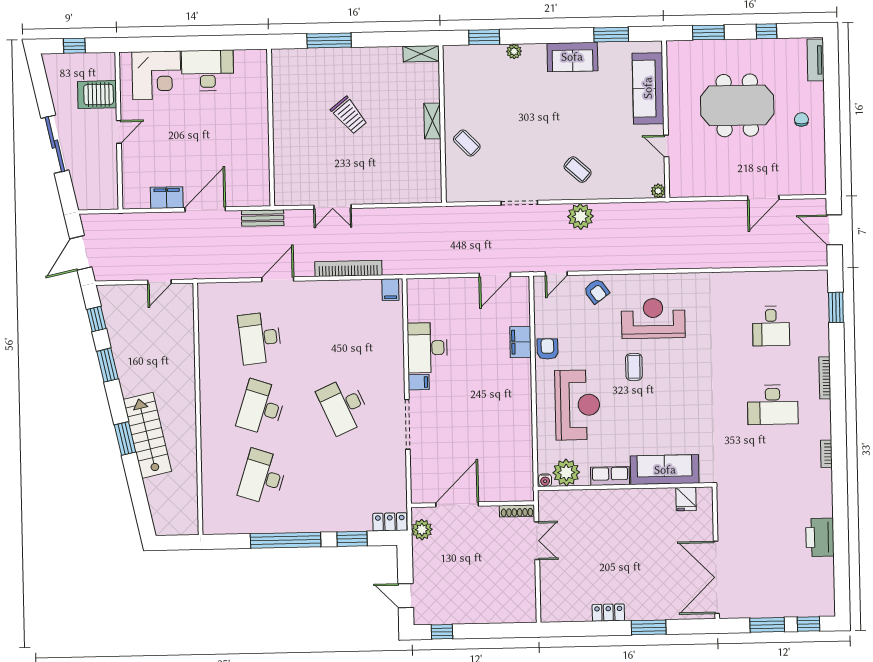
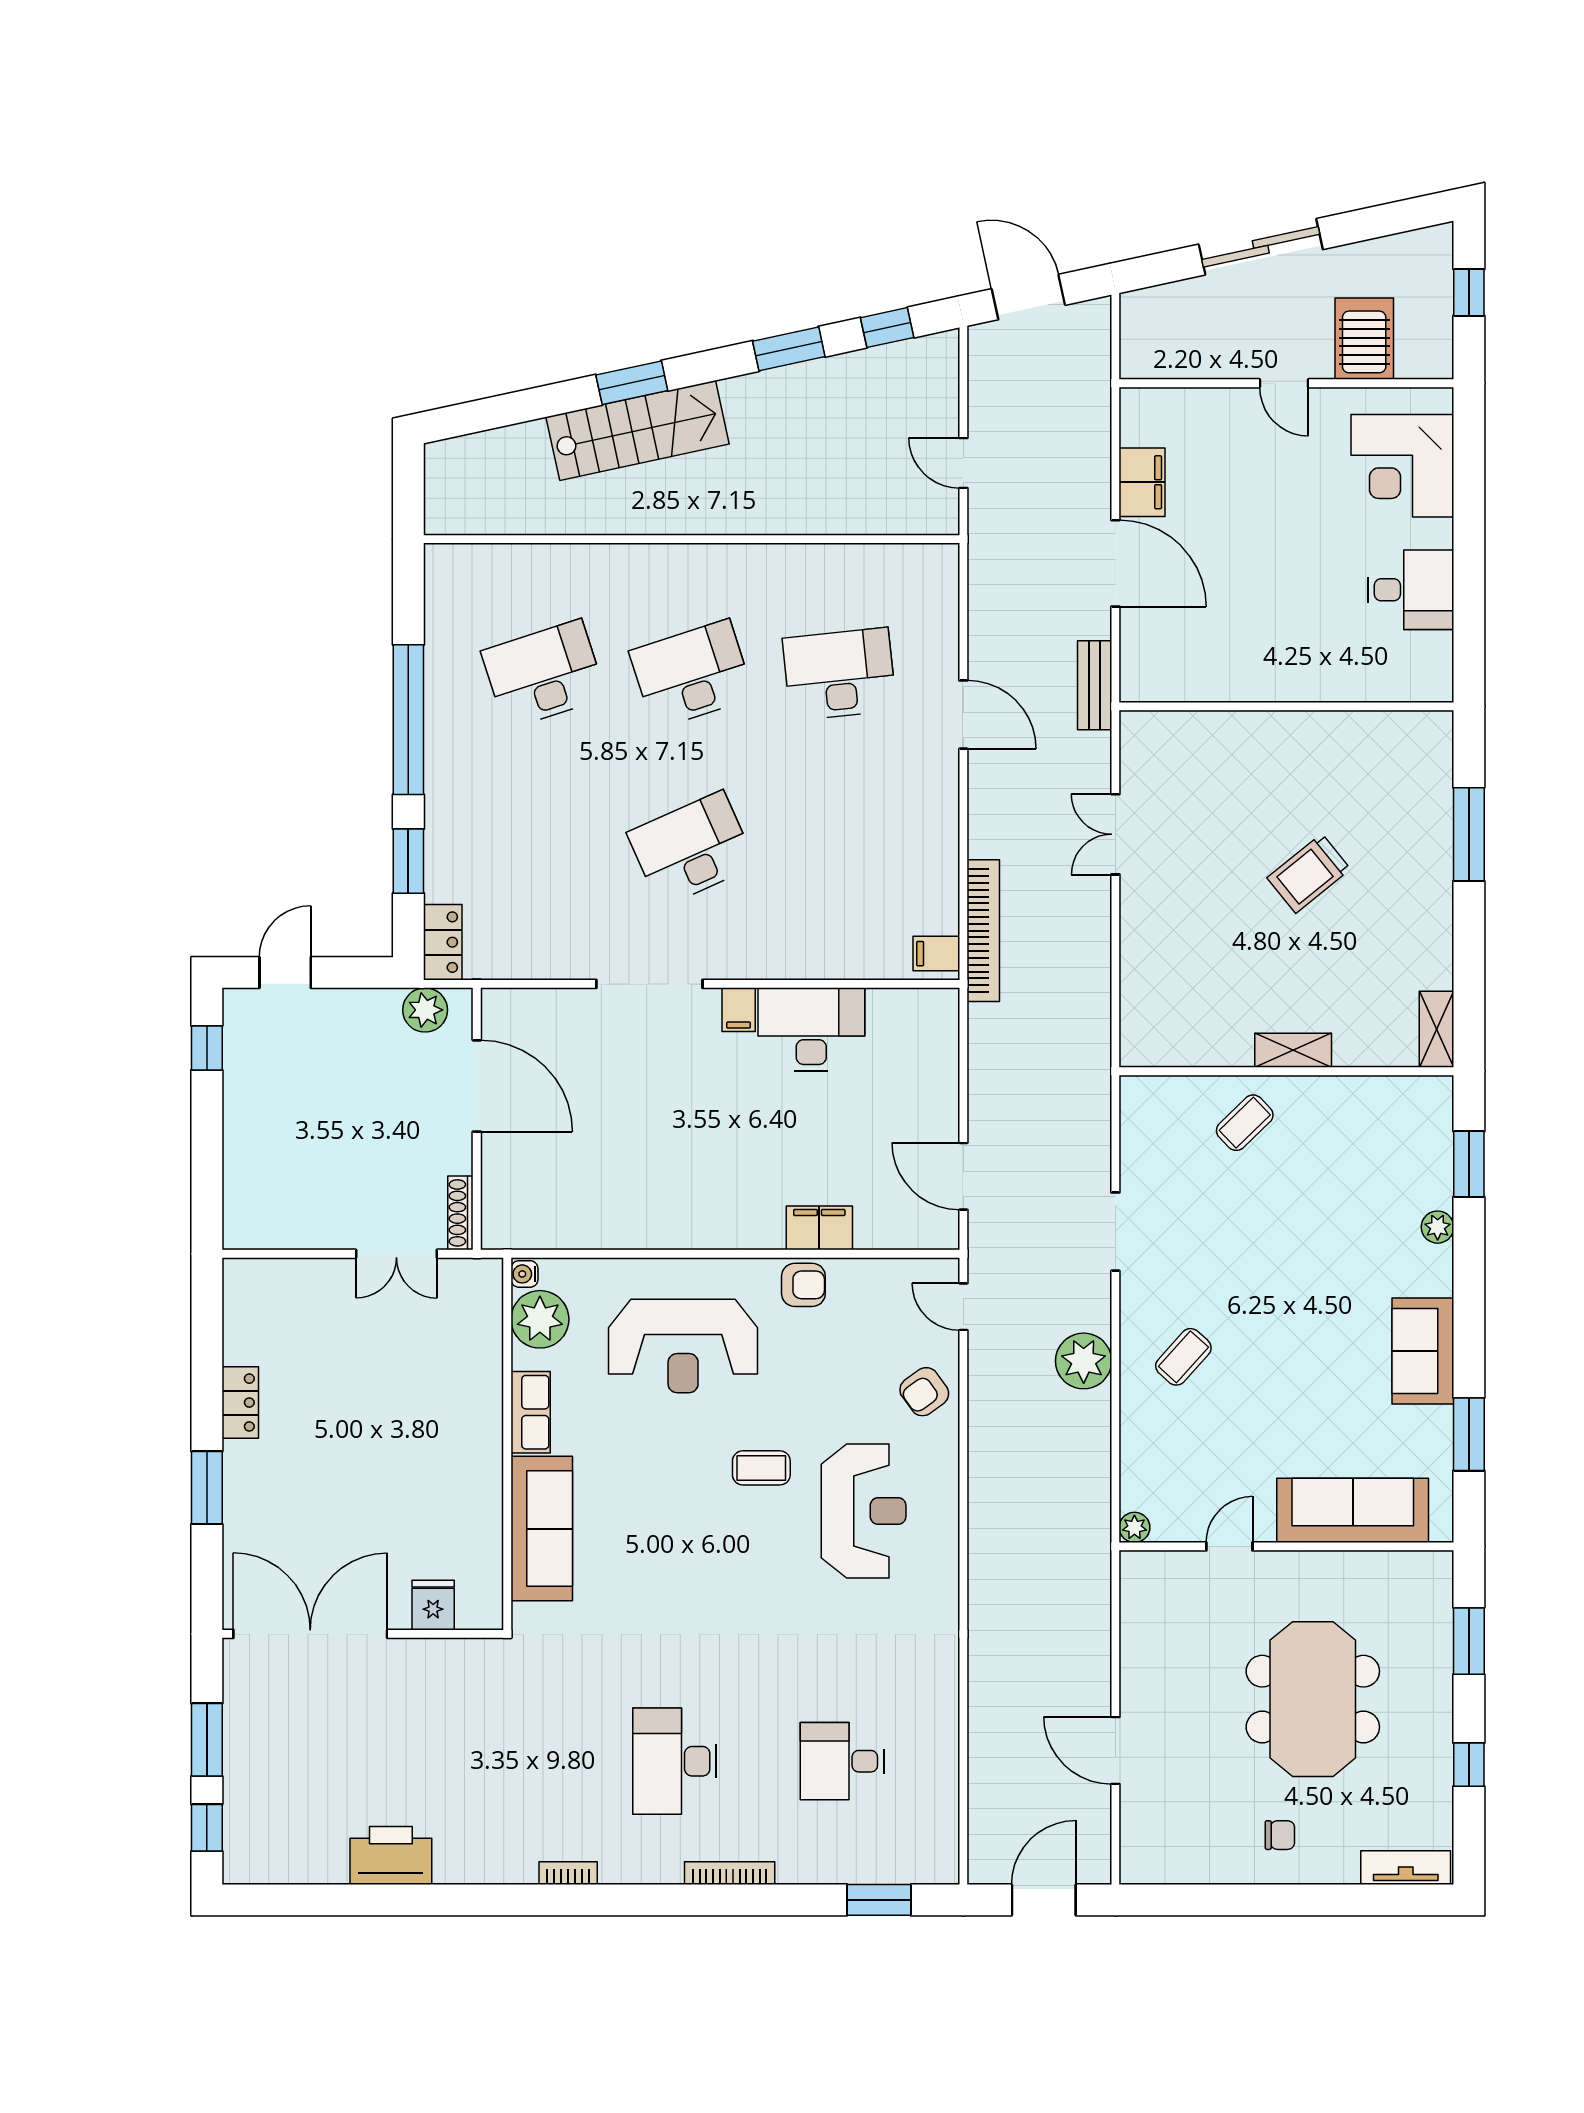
desk: (208, 70) -> (1411, 590), width x0.73
bookcase: (348, 269) -> (983, 931), moved
desk: (261, 408) -> (692, 674), turned -36
desk: (263, 477) -> (544, 674), turned -36
fridge: (686, 499) -> (433, 1605), moved, turned 90

